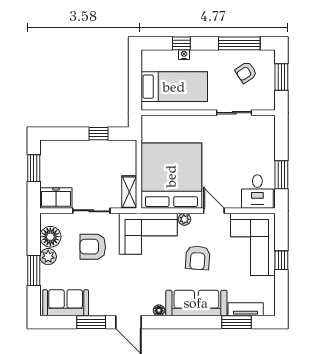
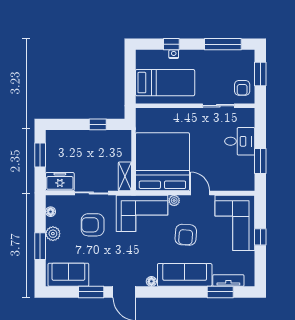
armchair: (246, 72) -> (242, 88), moved, turned -57
desk: (257, 192) -> (240, 141), moved, turned -90
floor lamp: (50, 237) -> (51, 212), width x0.53, depth x0.53

